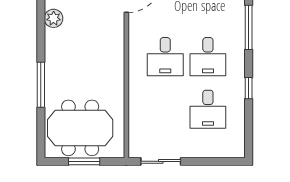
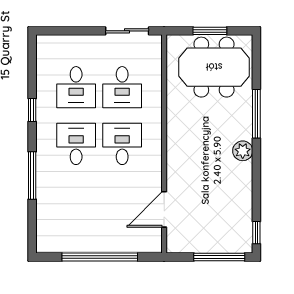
plant: (54, 18) -> (243, 151), moved
desk: (165, 109) -> (122, 87), added
desk: (208, 109) -> (76, 87), turned 180

